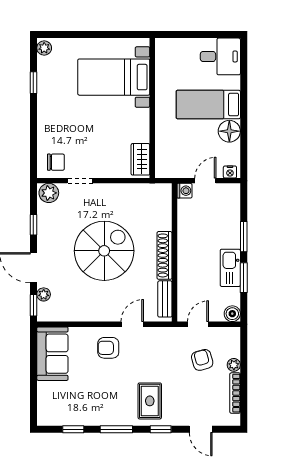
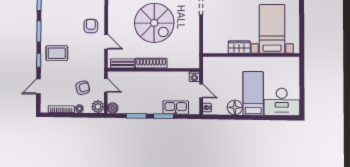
desk: (220, 56) -> (282, 102), width x1.37
wardrobe: (140, 159) -> (239, 47), moved
kitchen sink: (230, 268) -> (176, 107), moved
plant: (231, 336) -> (98, 107), added

